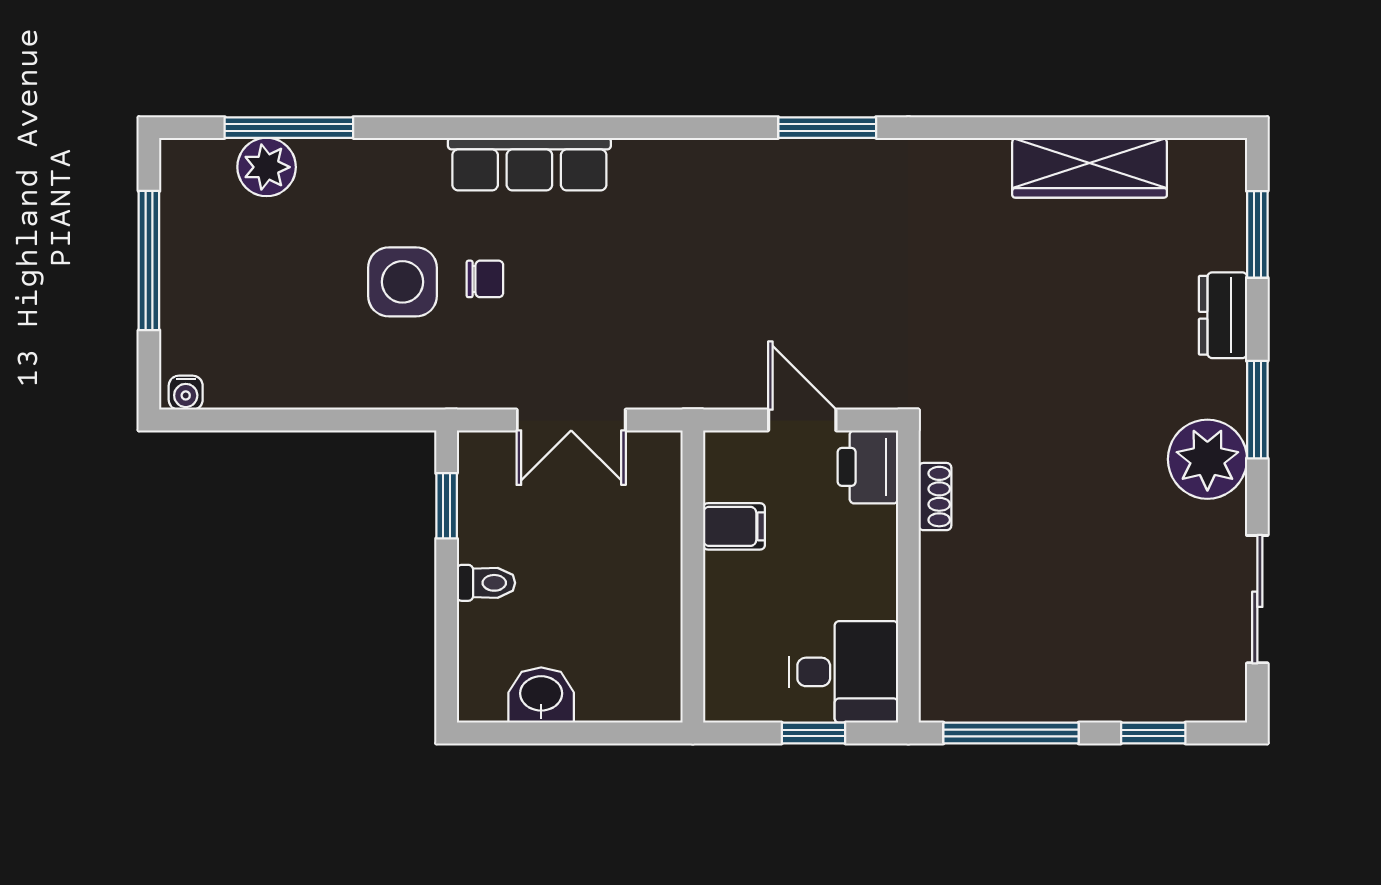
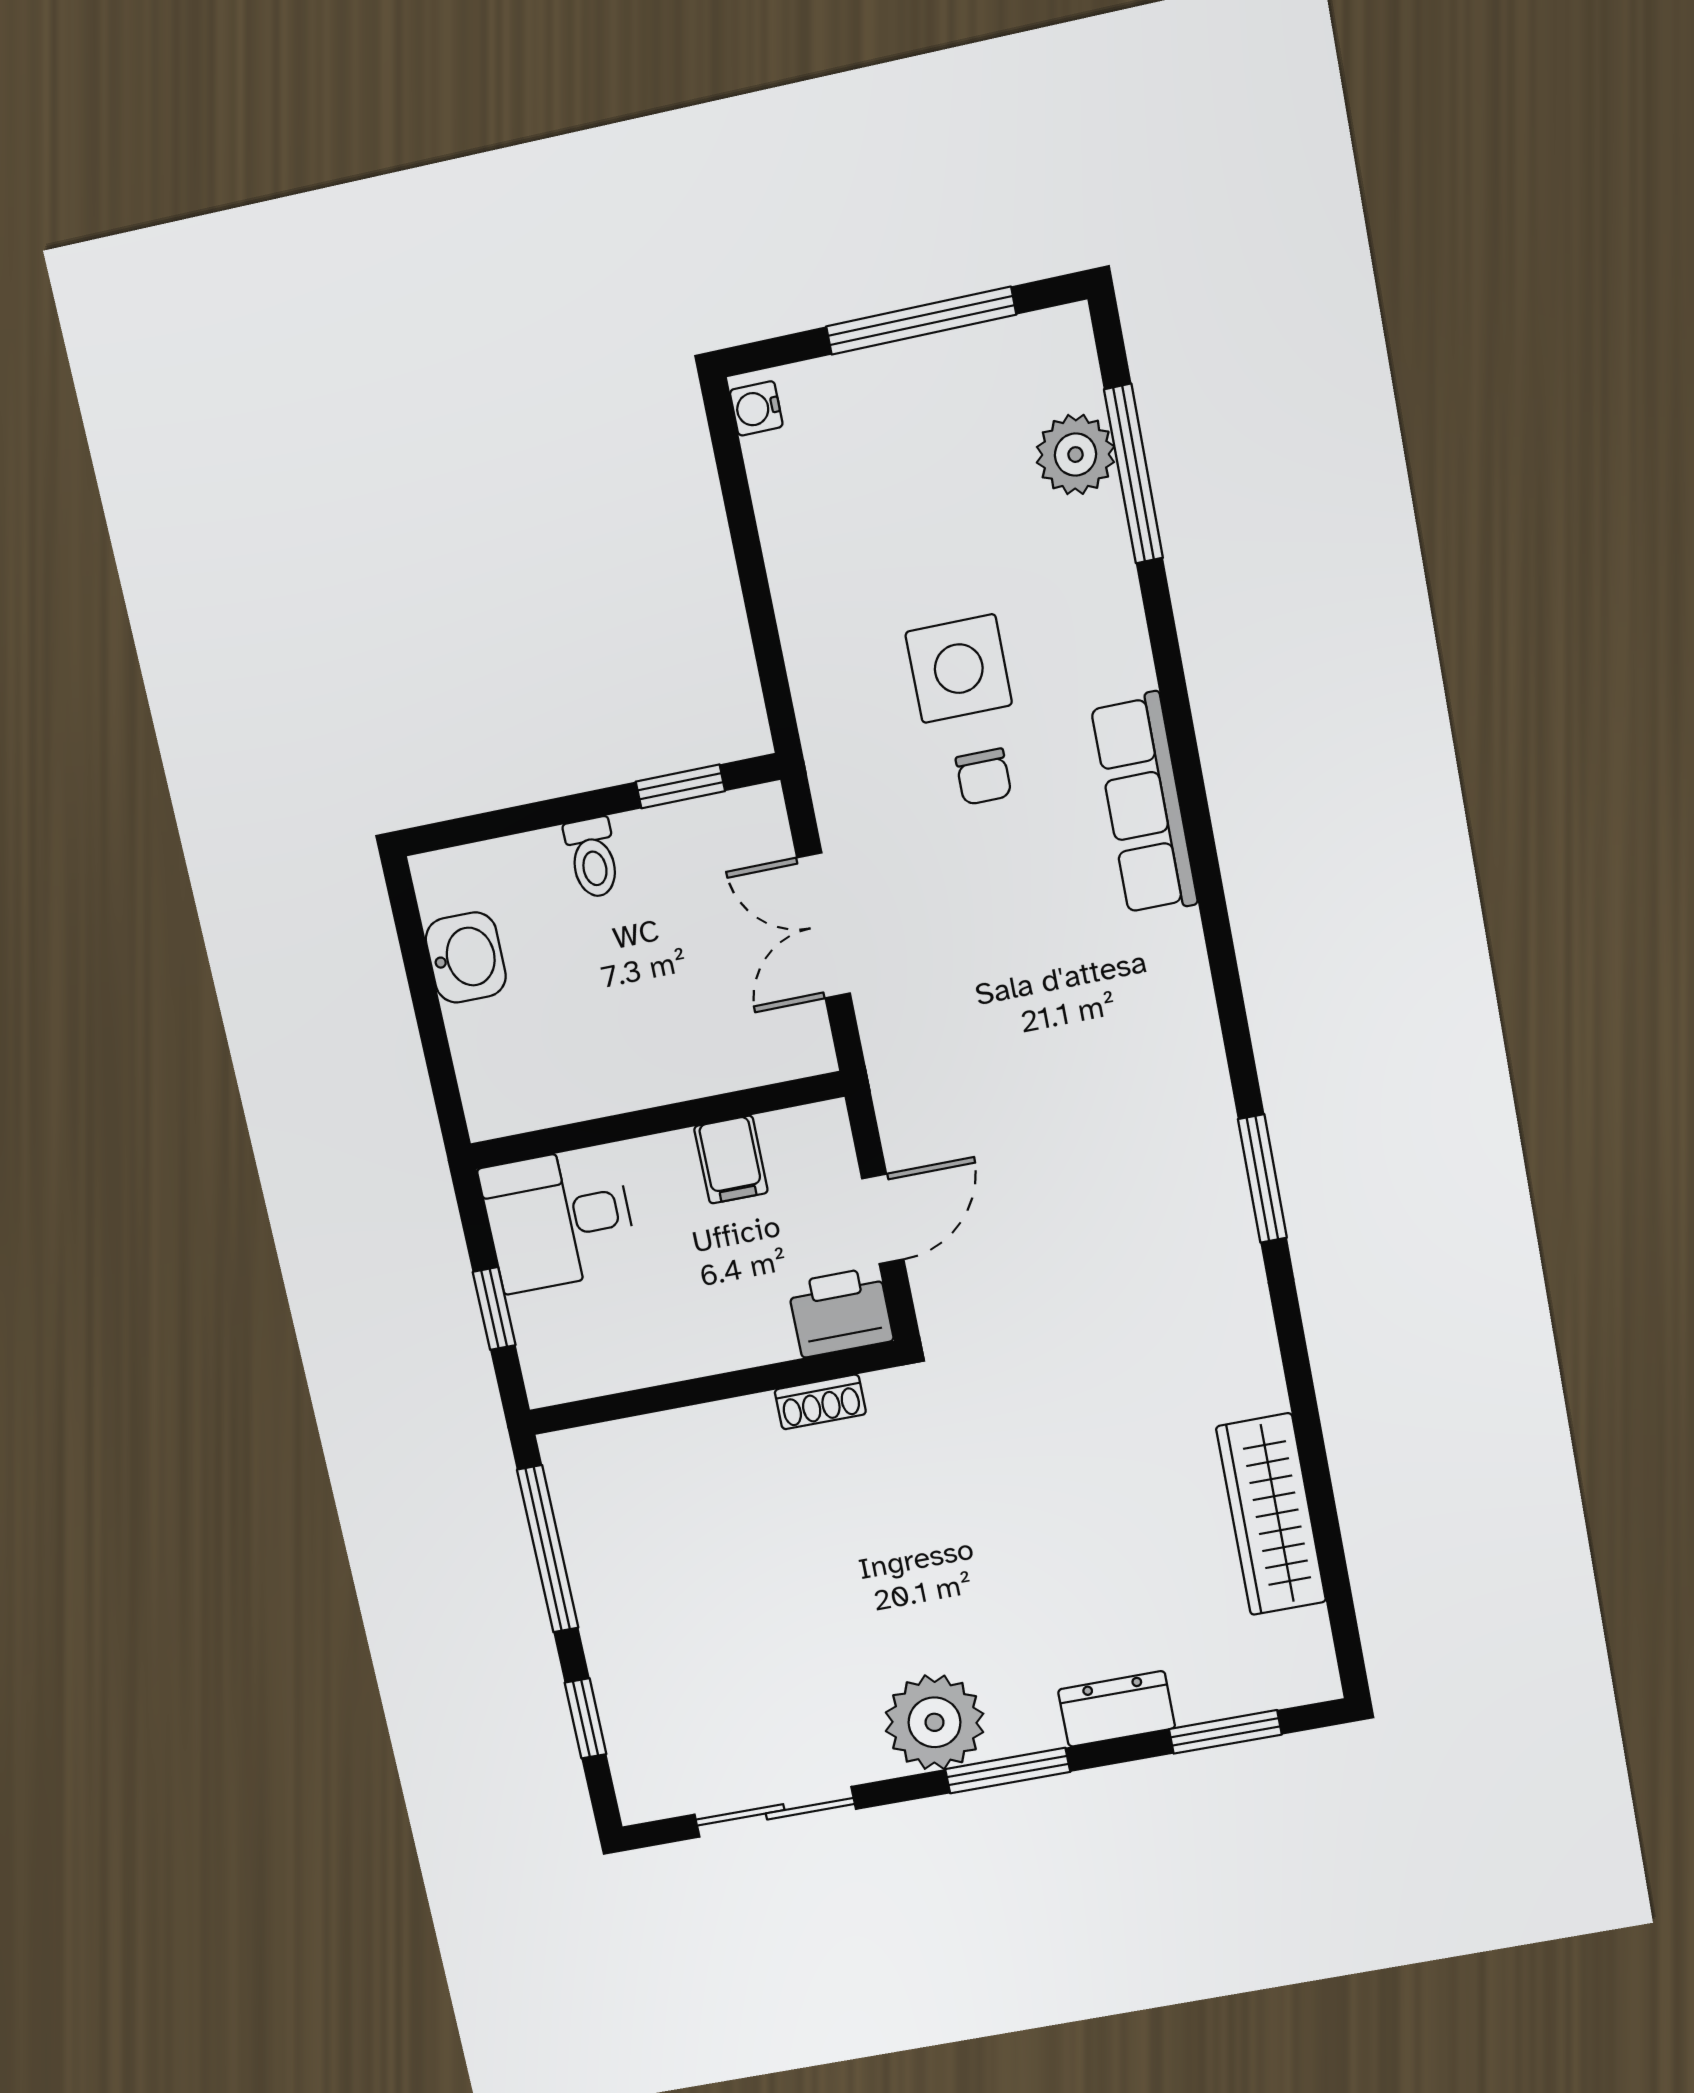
desk: (843, 672) -> (559, 1219), moved, turned 90

